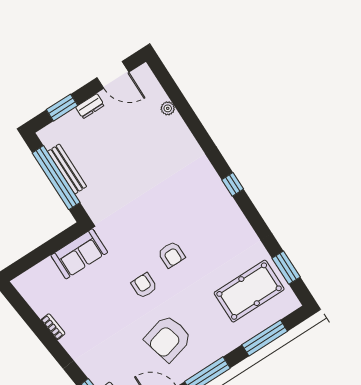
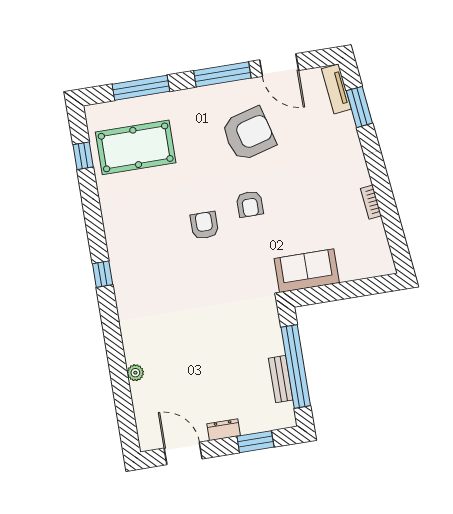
plant: (168, 108) -> (135, 373), moved
bench: (67, 169) -> (281, 379), width x0.73
window: (286, 268) -> (83, 156), width x0.67

